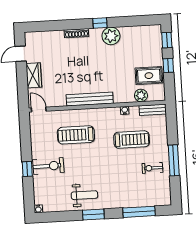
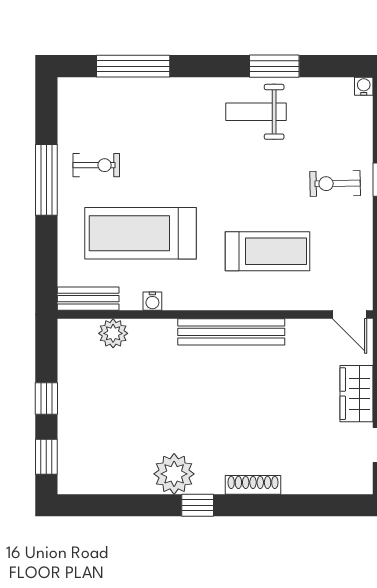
rug: (149, 76) -> (92, 378), removed
treadmill: (132, 140) -> (140, 233), width x1.37, depth x1.38
exercise bike: (48, 166) -> (335, 183), width x0.73, depth x0.72
window: (93, 214) -> (274, 66), moved

